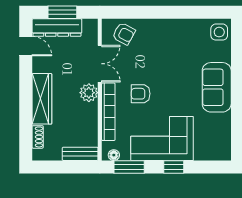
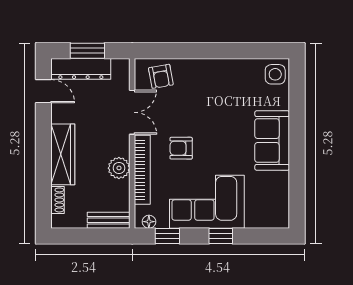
armchair: (124, 34) -> (161, 76), turned 52
plant: (89, 93) -> (119, 168), moved
window: (129, 167) -> (167, 236), width x0.67

